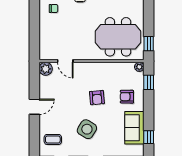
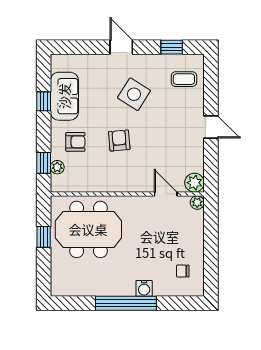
window: (149, 44) -> (44, 237), moved
plant: (44, 55) -> (197, 203), added
plant: (139, 67) -> (57, 167), moved
door: (34, 107) -> (211, 127), swing flipped
window: (149, 137) -> (44, 101), moved

